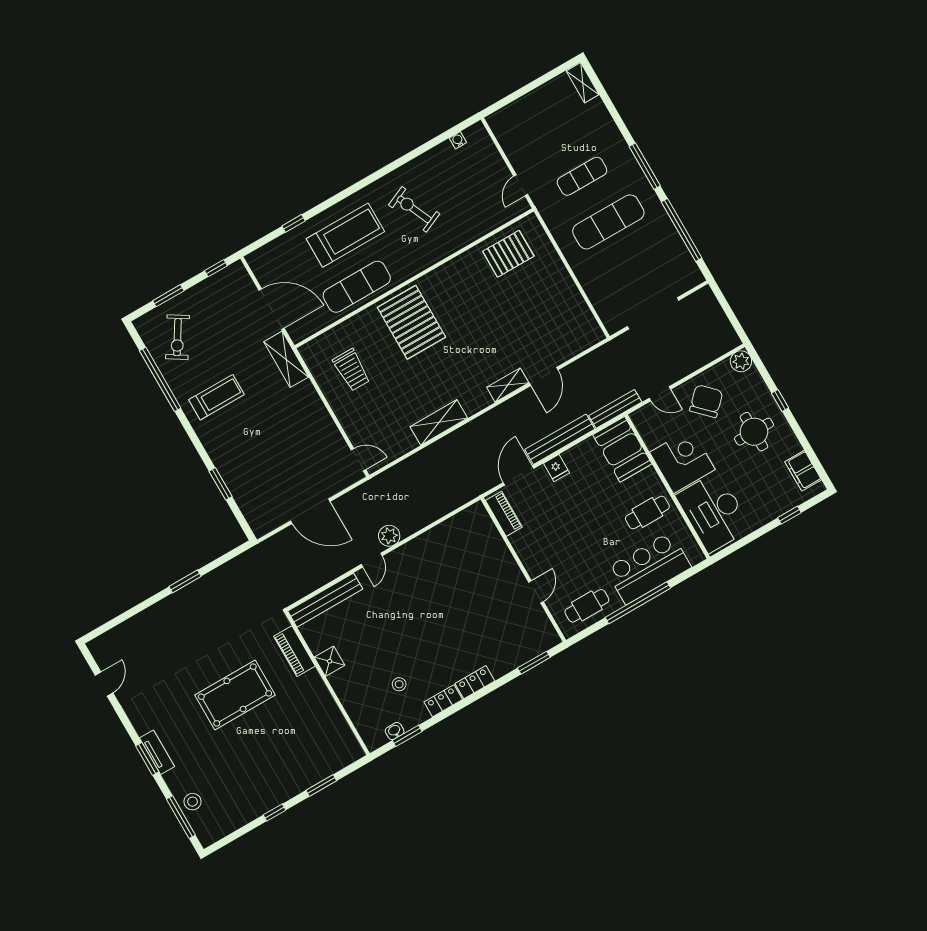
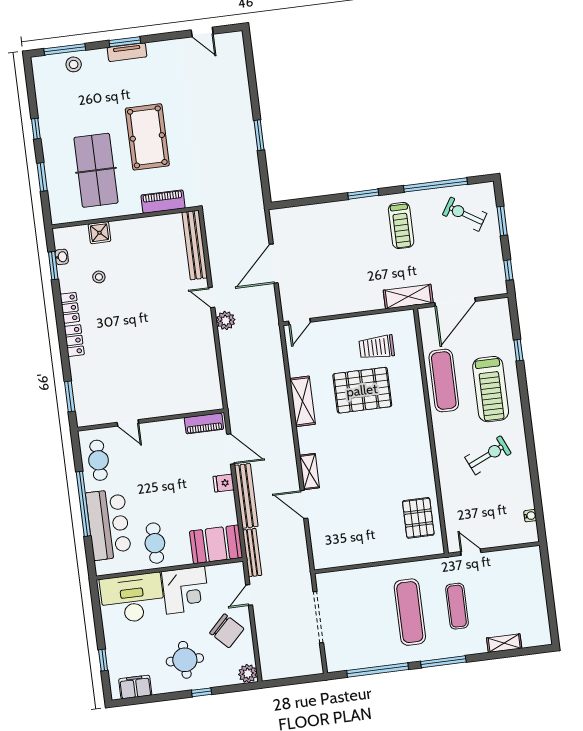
shelving: (583, 83) -> (504, 643), moved
pallet: (412, 322) -> (362, 390), moved
window: (220, 484) -> (363, 194), moved
shower: (330, 661) -> (99, 233), moved
table tennis table: (291, 733) -> (96, 170), added

